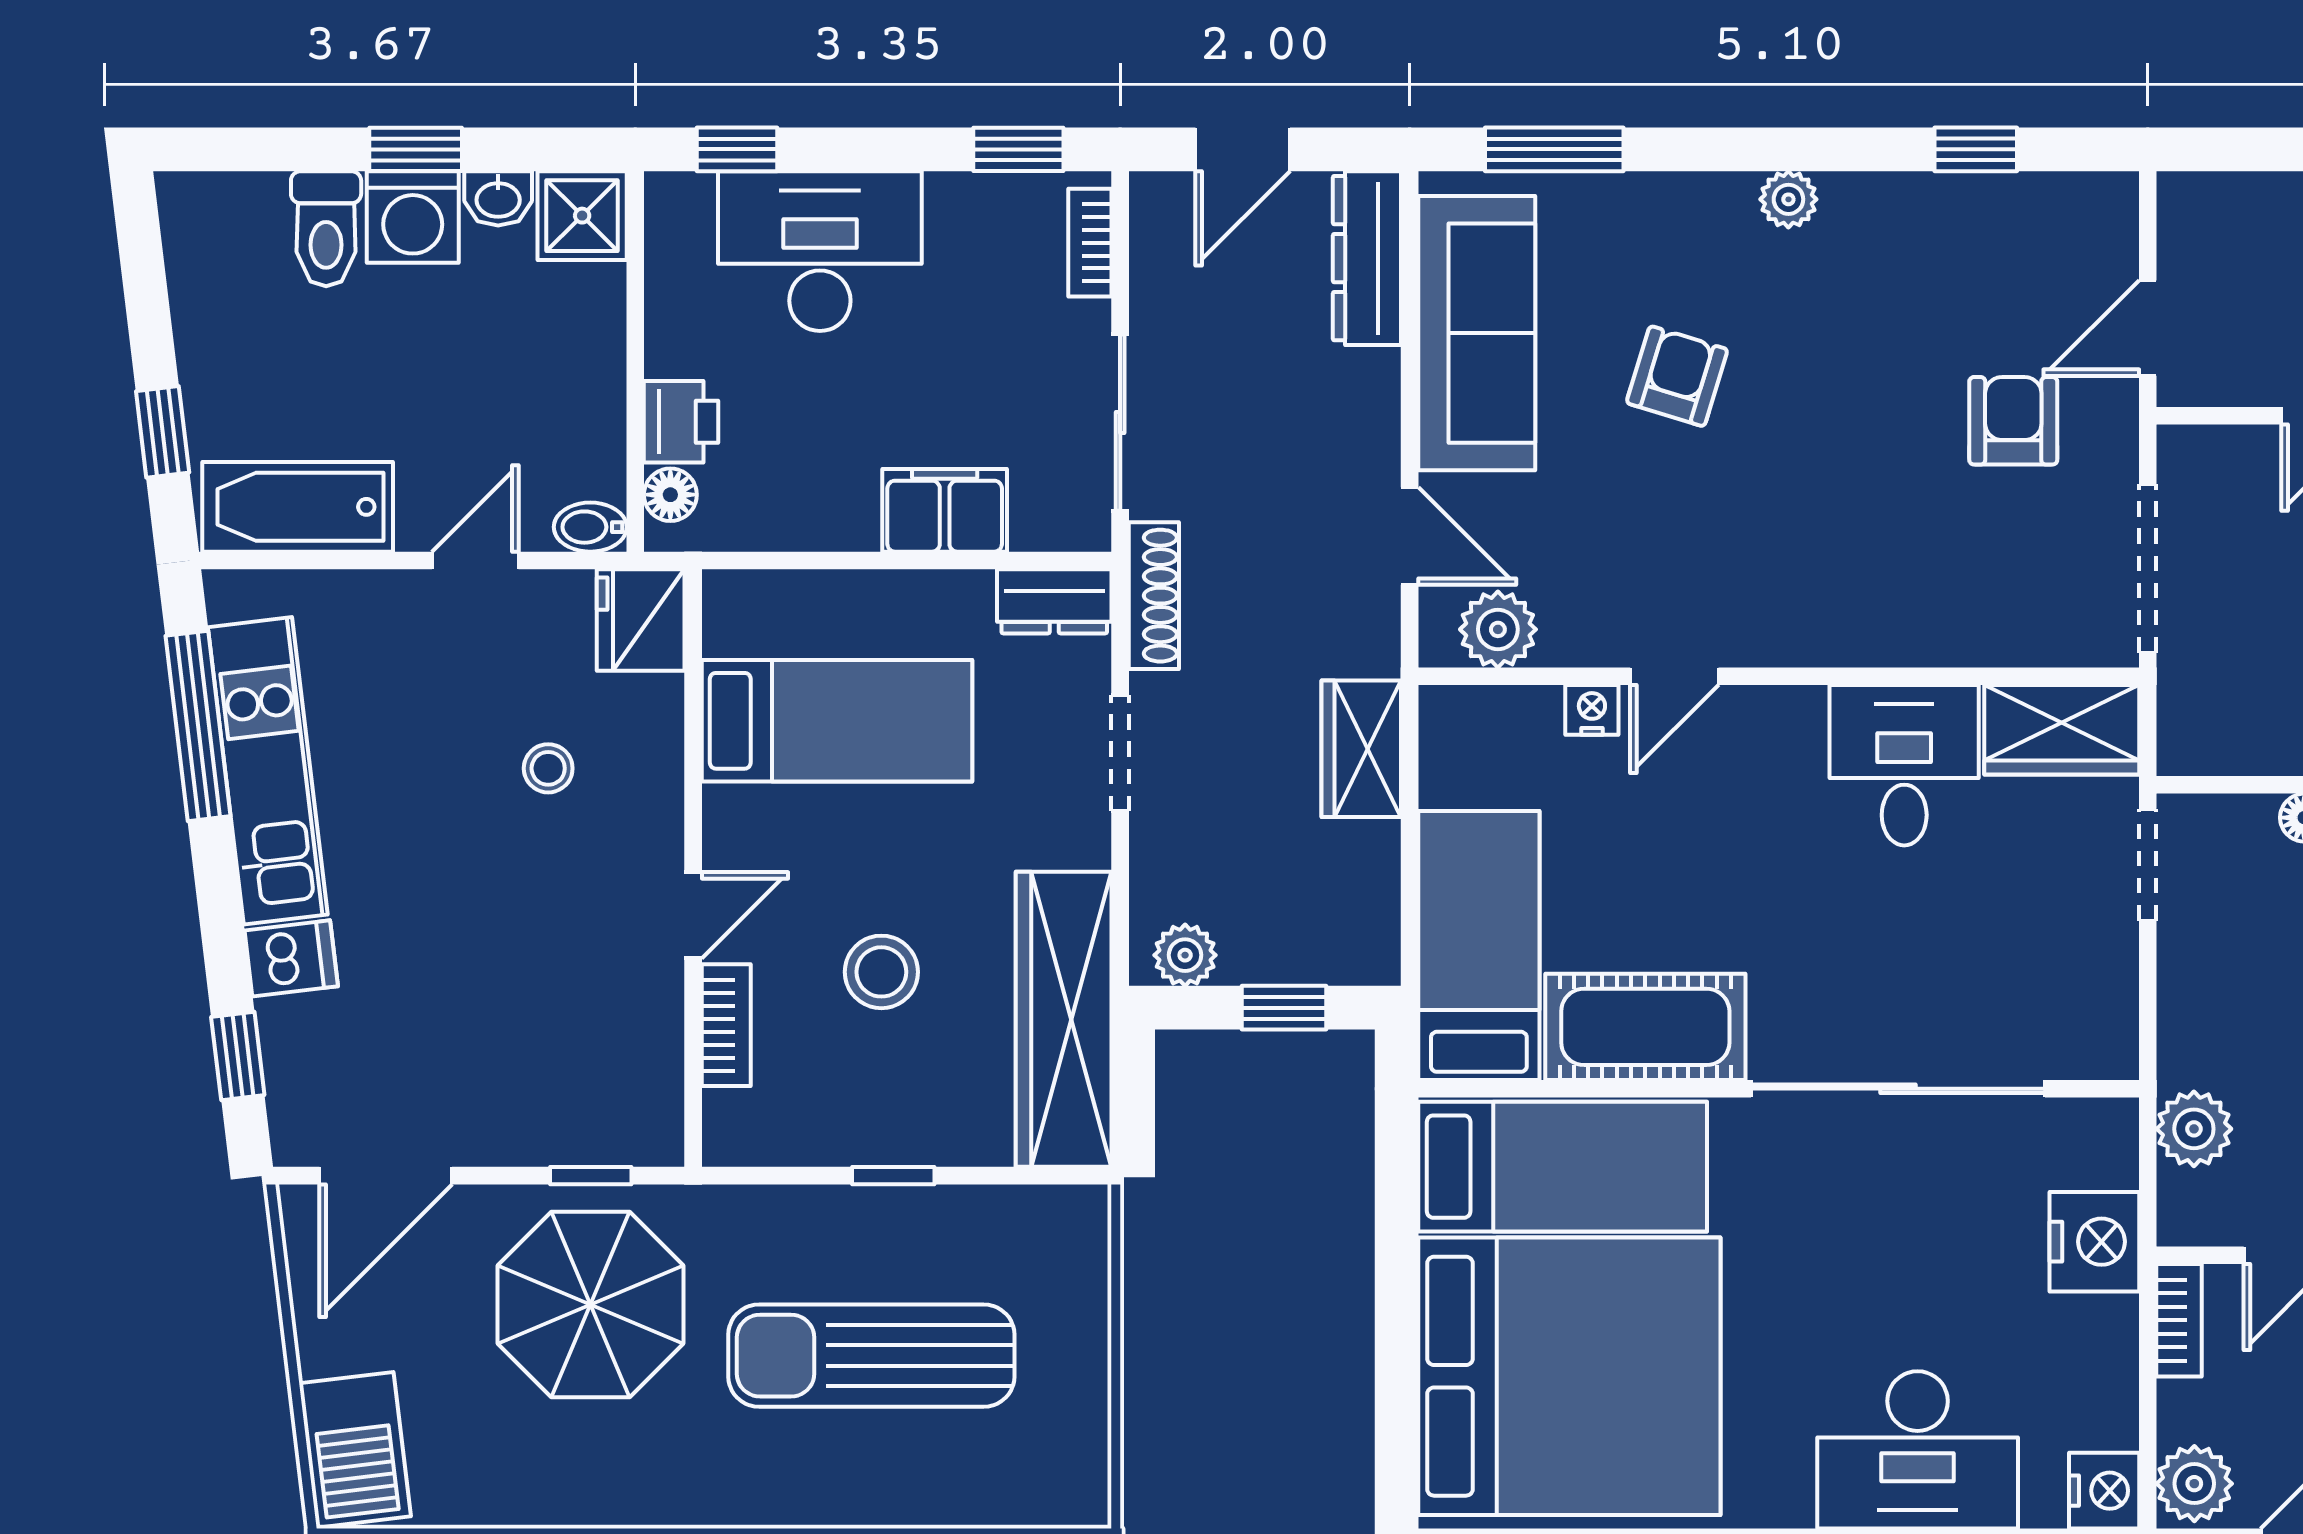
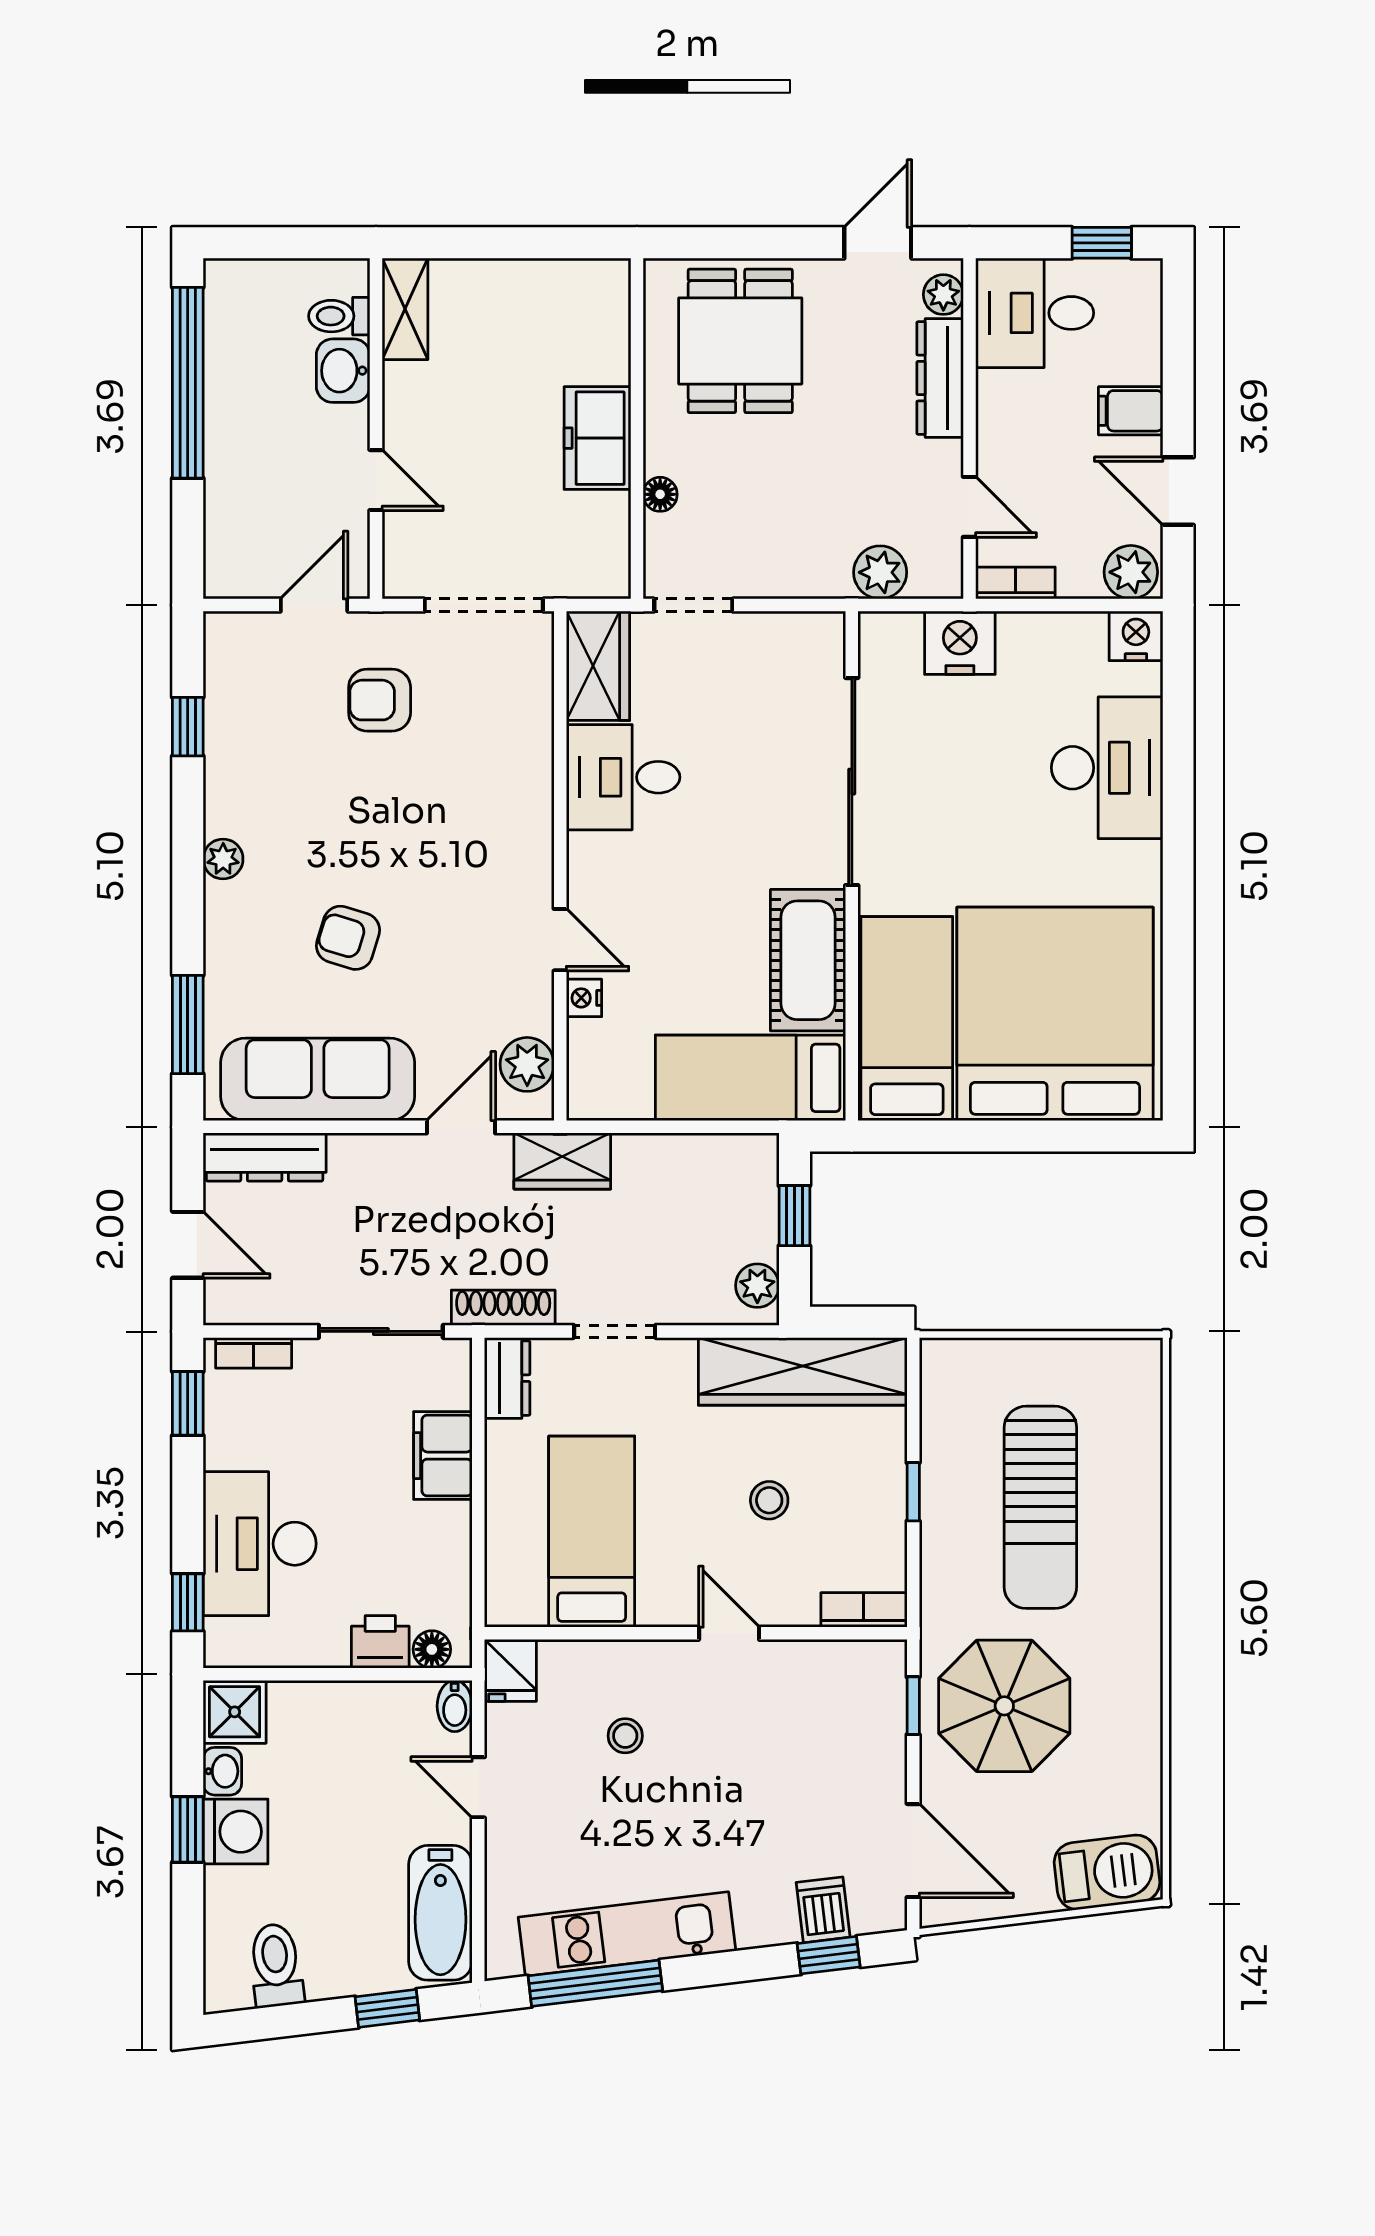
toilet: (326, 229) -> (276, 1965), moved, turned -97
door: (2148, 328) -> (314, 605), swing flipped
fridge: (641, 620) -> (510, 1670), width x0.72
wardrobe: (1361, 749) -> (562, 1161), moved
dishwasher: (291, 958) -> (823, 1910), moved
stool: (881, 972) -> (769, 1500), width x0.73, depth x0.73
bookcase: (726, 1025) -> (864, 1610), moved

